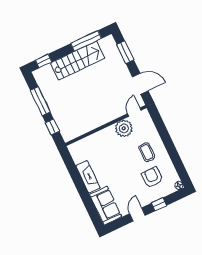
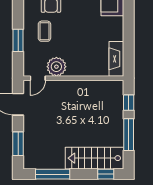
stairs: (78, 61) -> (94, 158), moved
window: (164, 135) -> (18, 40), added
fireplace: (88, 177) -> (116, 59), moved

